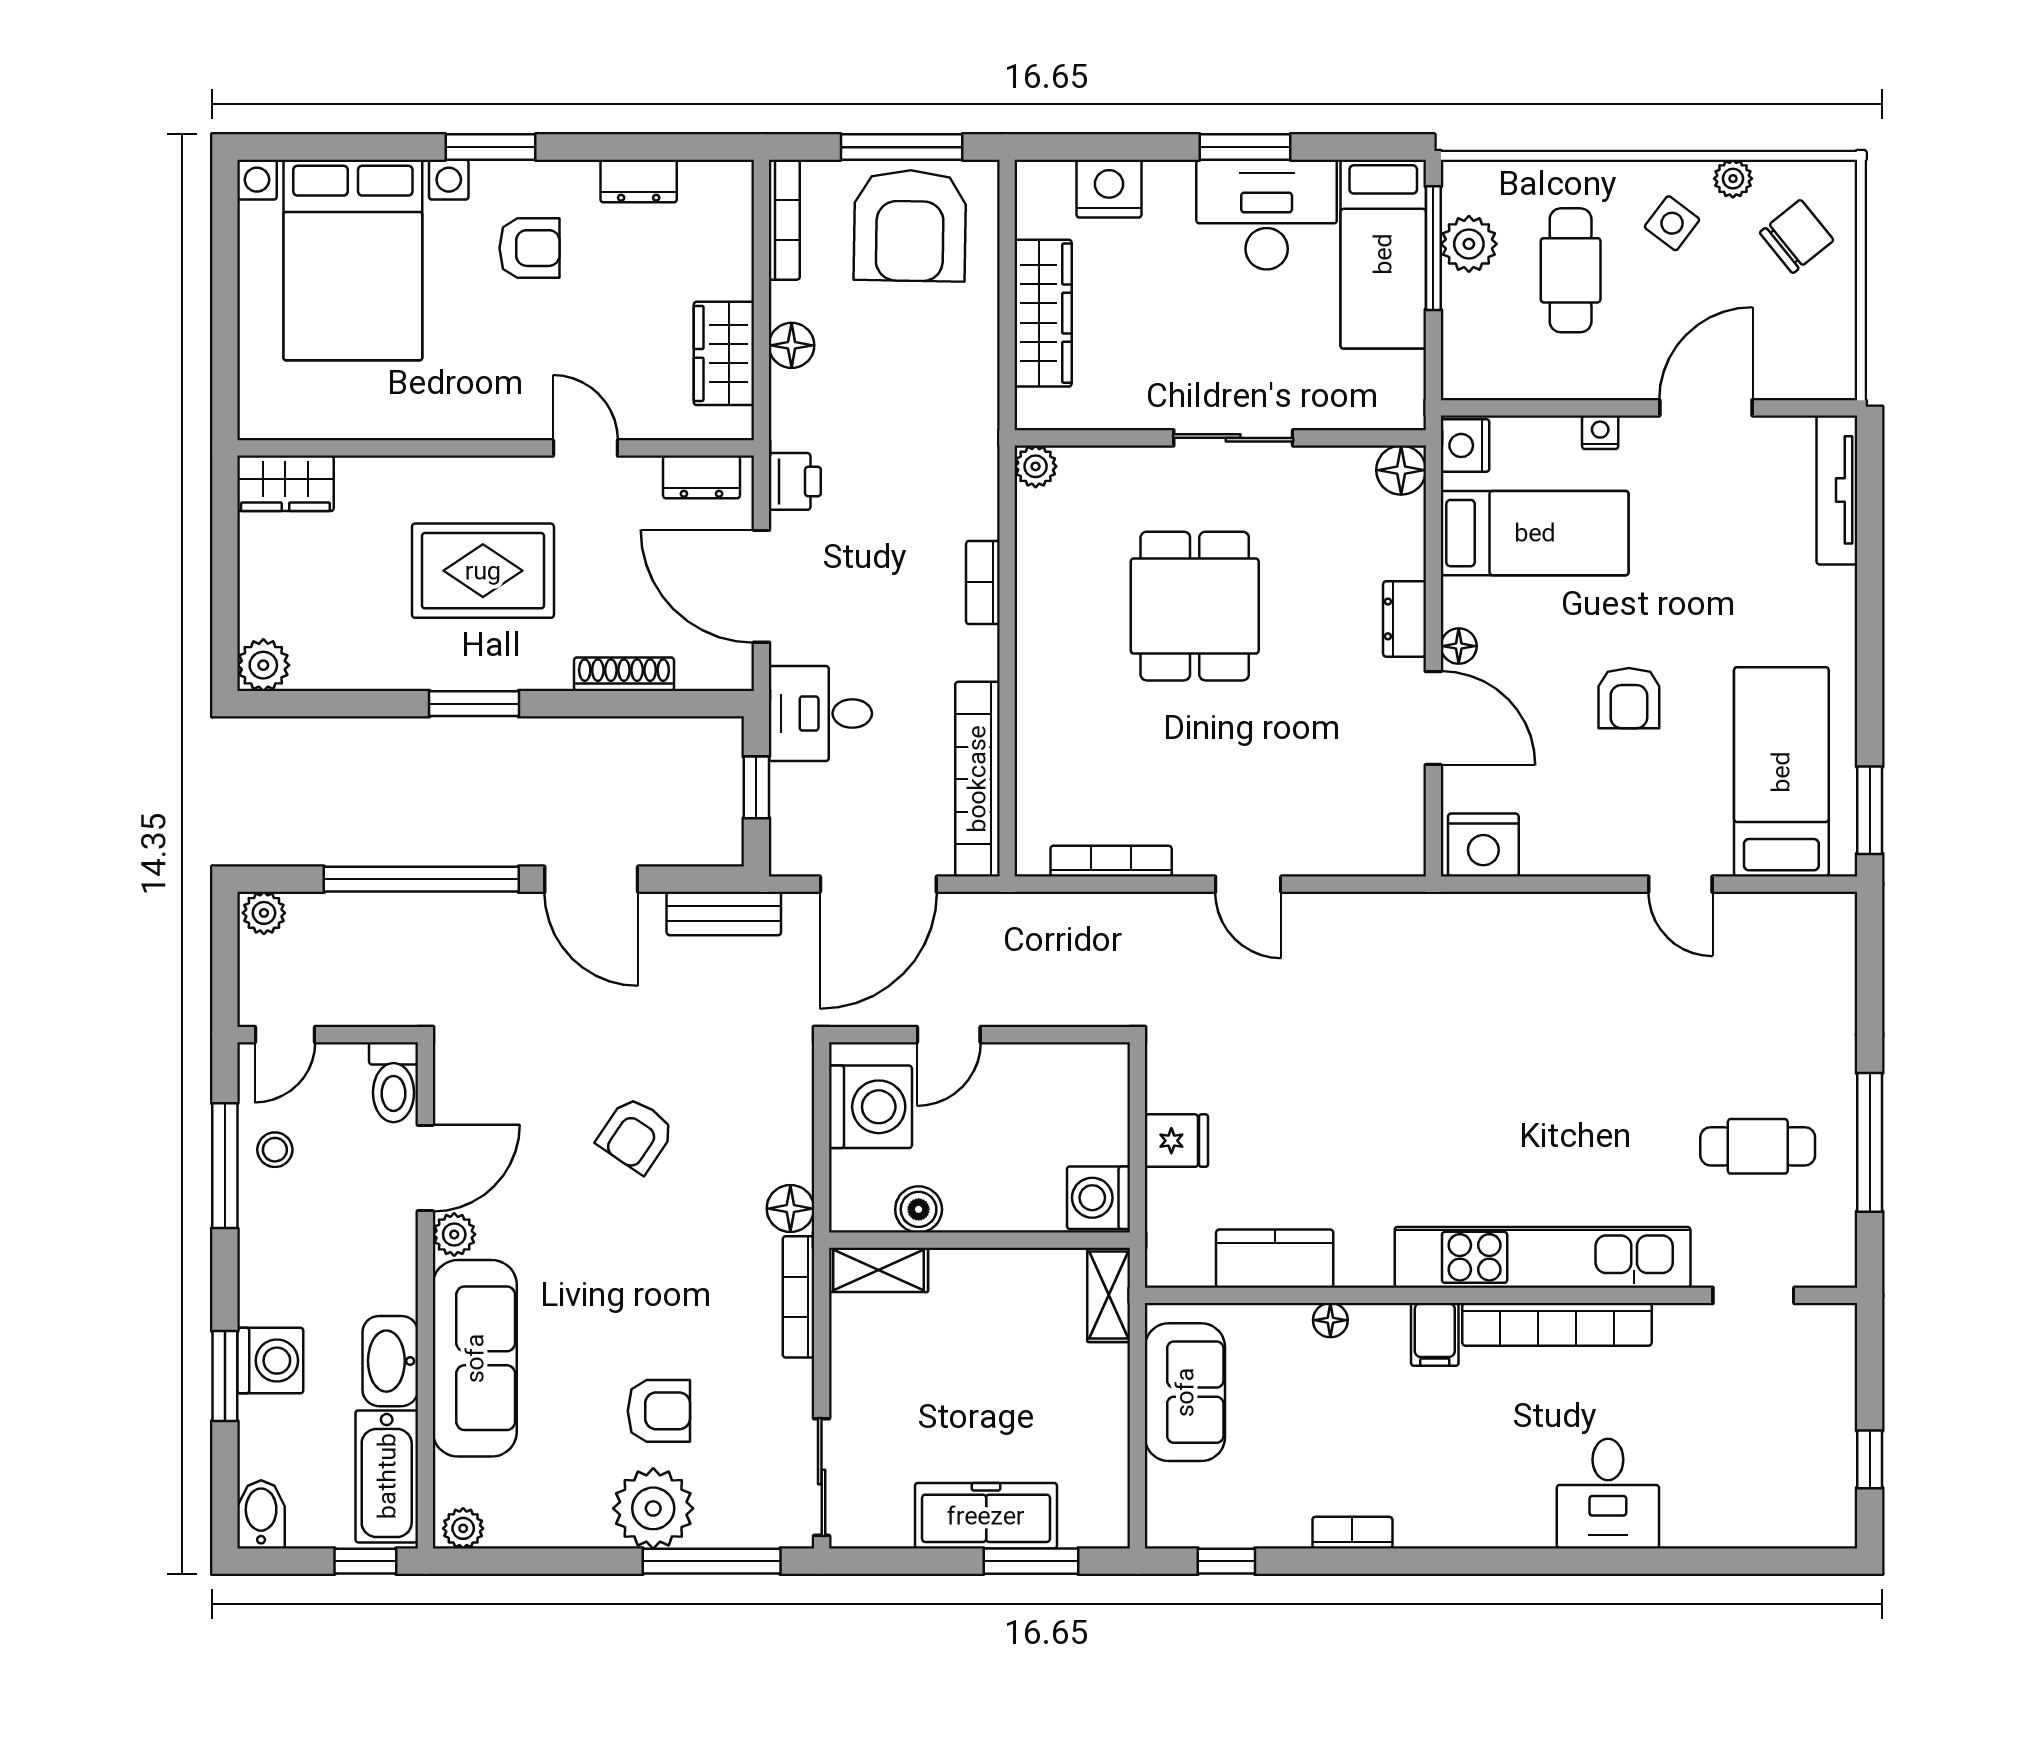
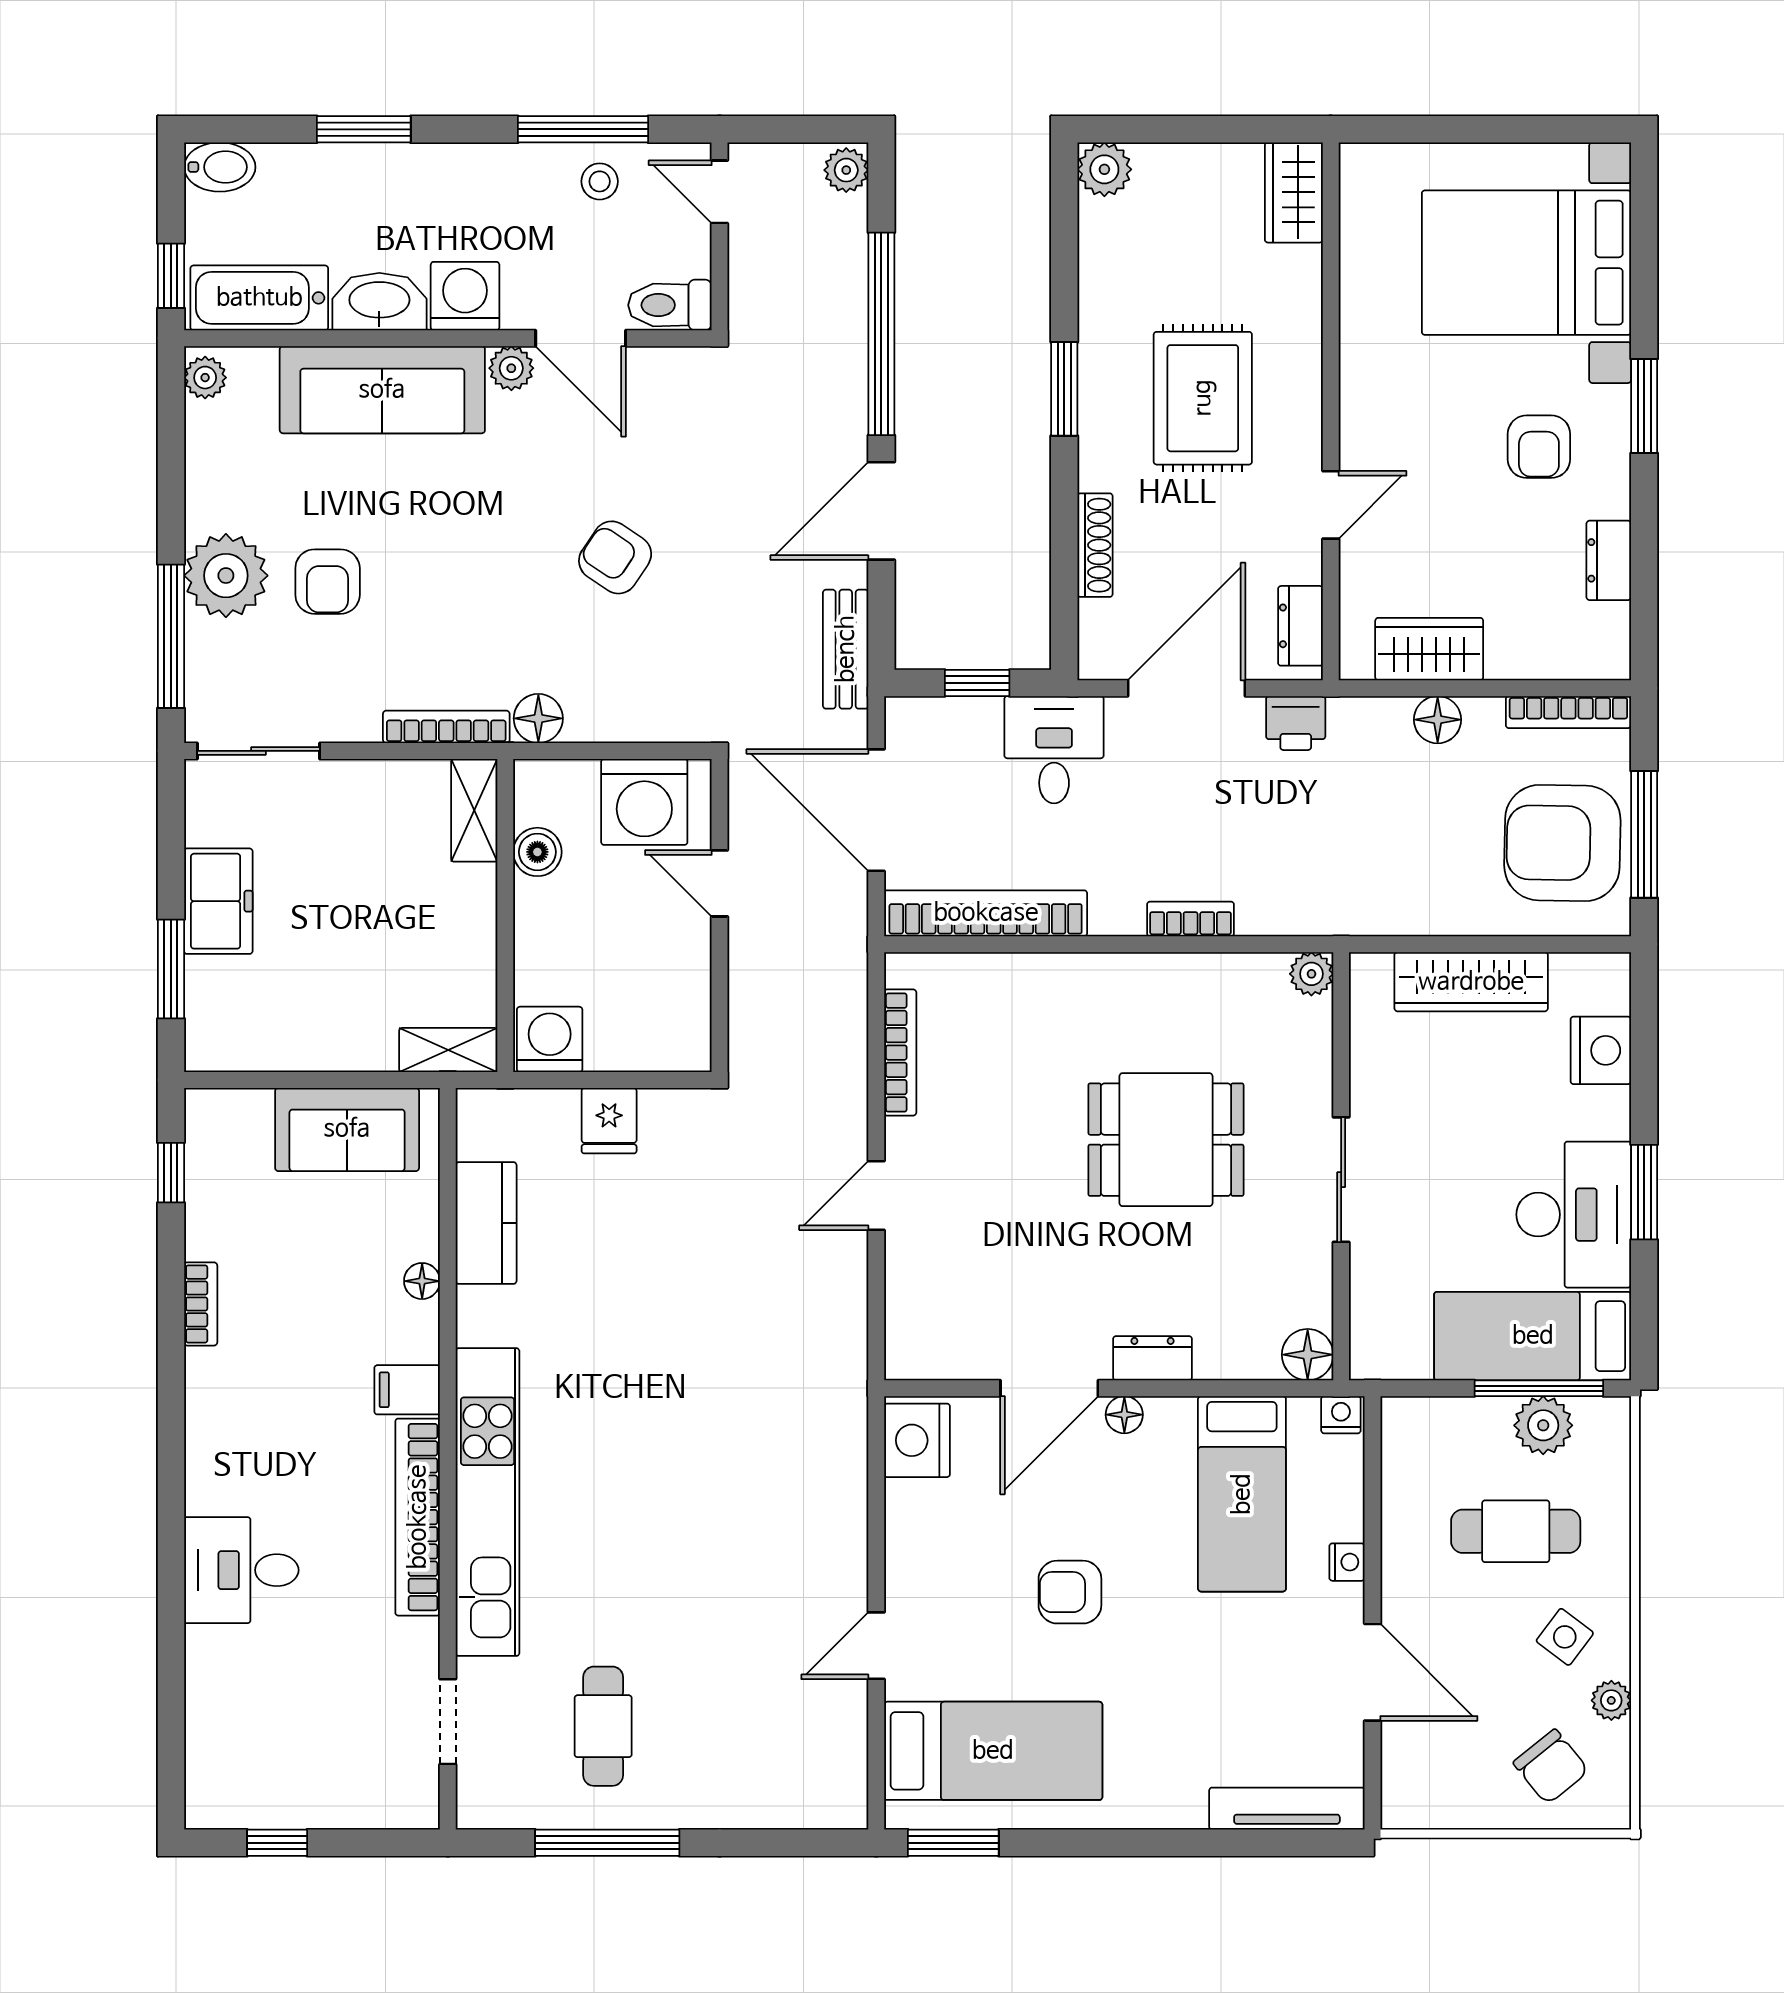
nightstand: (1465, 445) -> (1341, 1415), width x0.72, depth x0.74
washing machine: (270, 1361) -> (465, 296), moved, turned 180
freezer: (986, 1516) -> (218, 901), width x0.71

